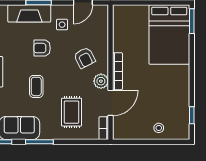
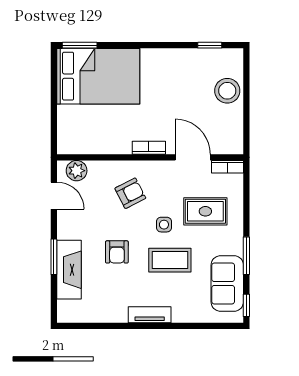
side table: (62, 25) -> (164, 225), moved
bookcase: (117, 71) -> (149, 148), width x0.64
plant: (101, 81) -> (77, 171), moved
coffee table: (36, 86) -> (170, 260), width x1.36, depth x1.30
stool: (159, 128) -> (227, 91), width x1.89, depth x1.89

